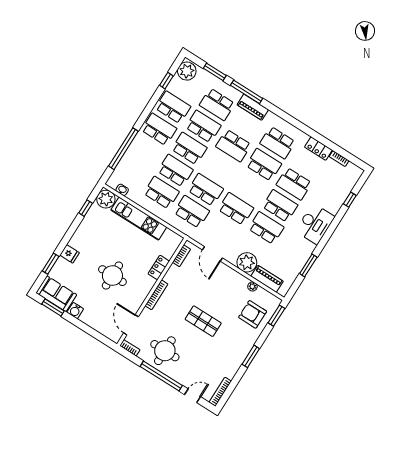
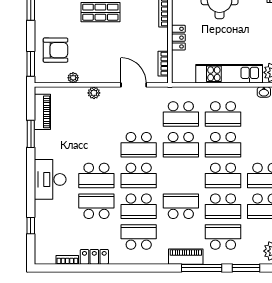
school desk: (266, 228) -> (139, 175), moved
plant: (247, 262) -> (94, 93), width x0.53, depth x0.53
piano: (267, 279) -> (42, 112), moved, turned -90

